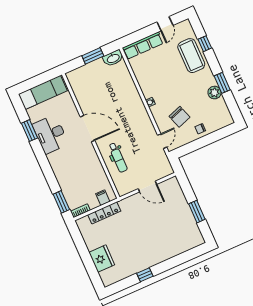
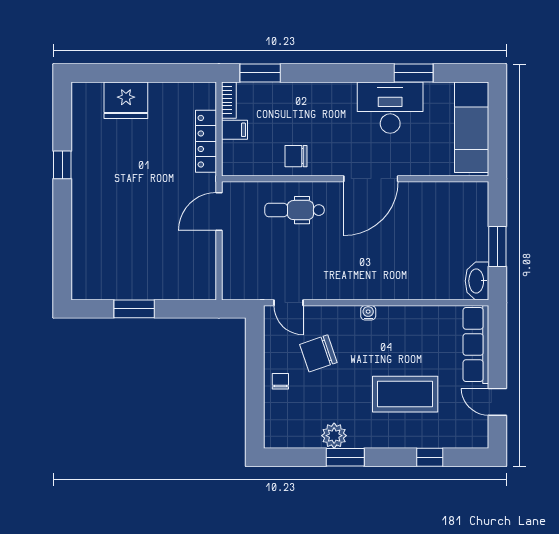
coffee table: (191, 56) -> (405, 394), moved
chair: (93, 168) -> (296, 156), added
door: (147, 186) -> (219, 211), moved
filing cabinet: (103, 198) -> (234, 130), moved

